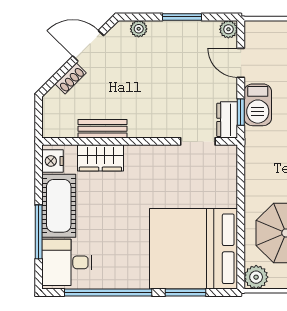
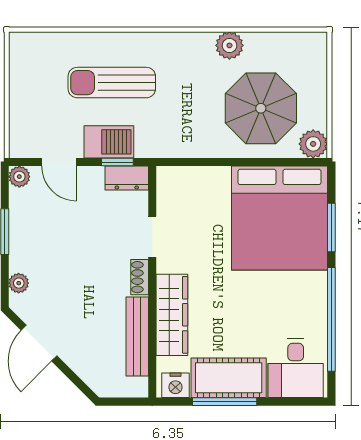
door: (241, 63) -> (59, 162), hinge flipped
shoe rack: (71, 78) -> (140, 277), moved, turned -135
bench: (102, 129) -> (137, 337), width x1.36
doorway: (198, 141) -> (152, 237), moved
wardrobe: (100, 158) -> (172, 315), width x1.50
window: (39, 232) -> (225, 402), moved

